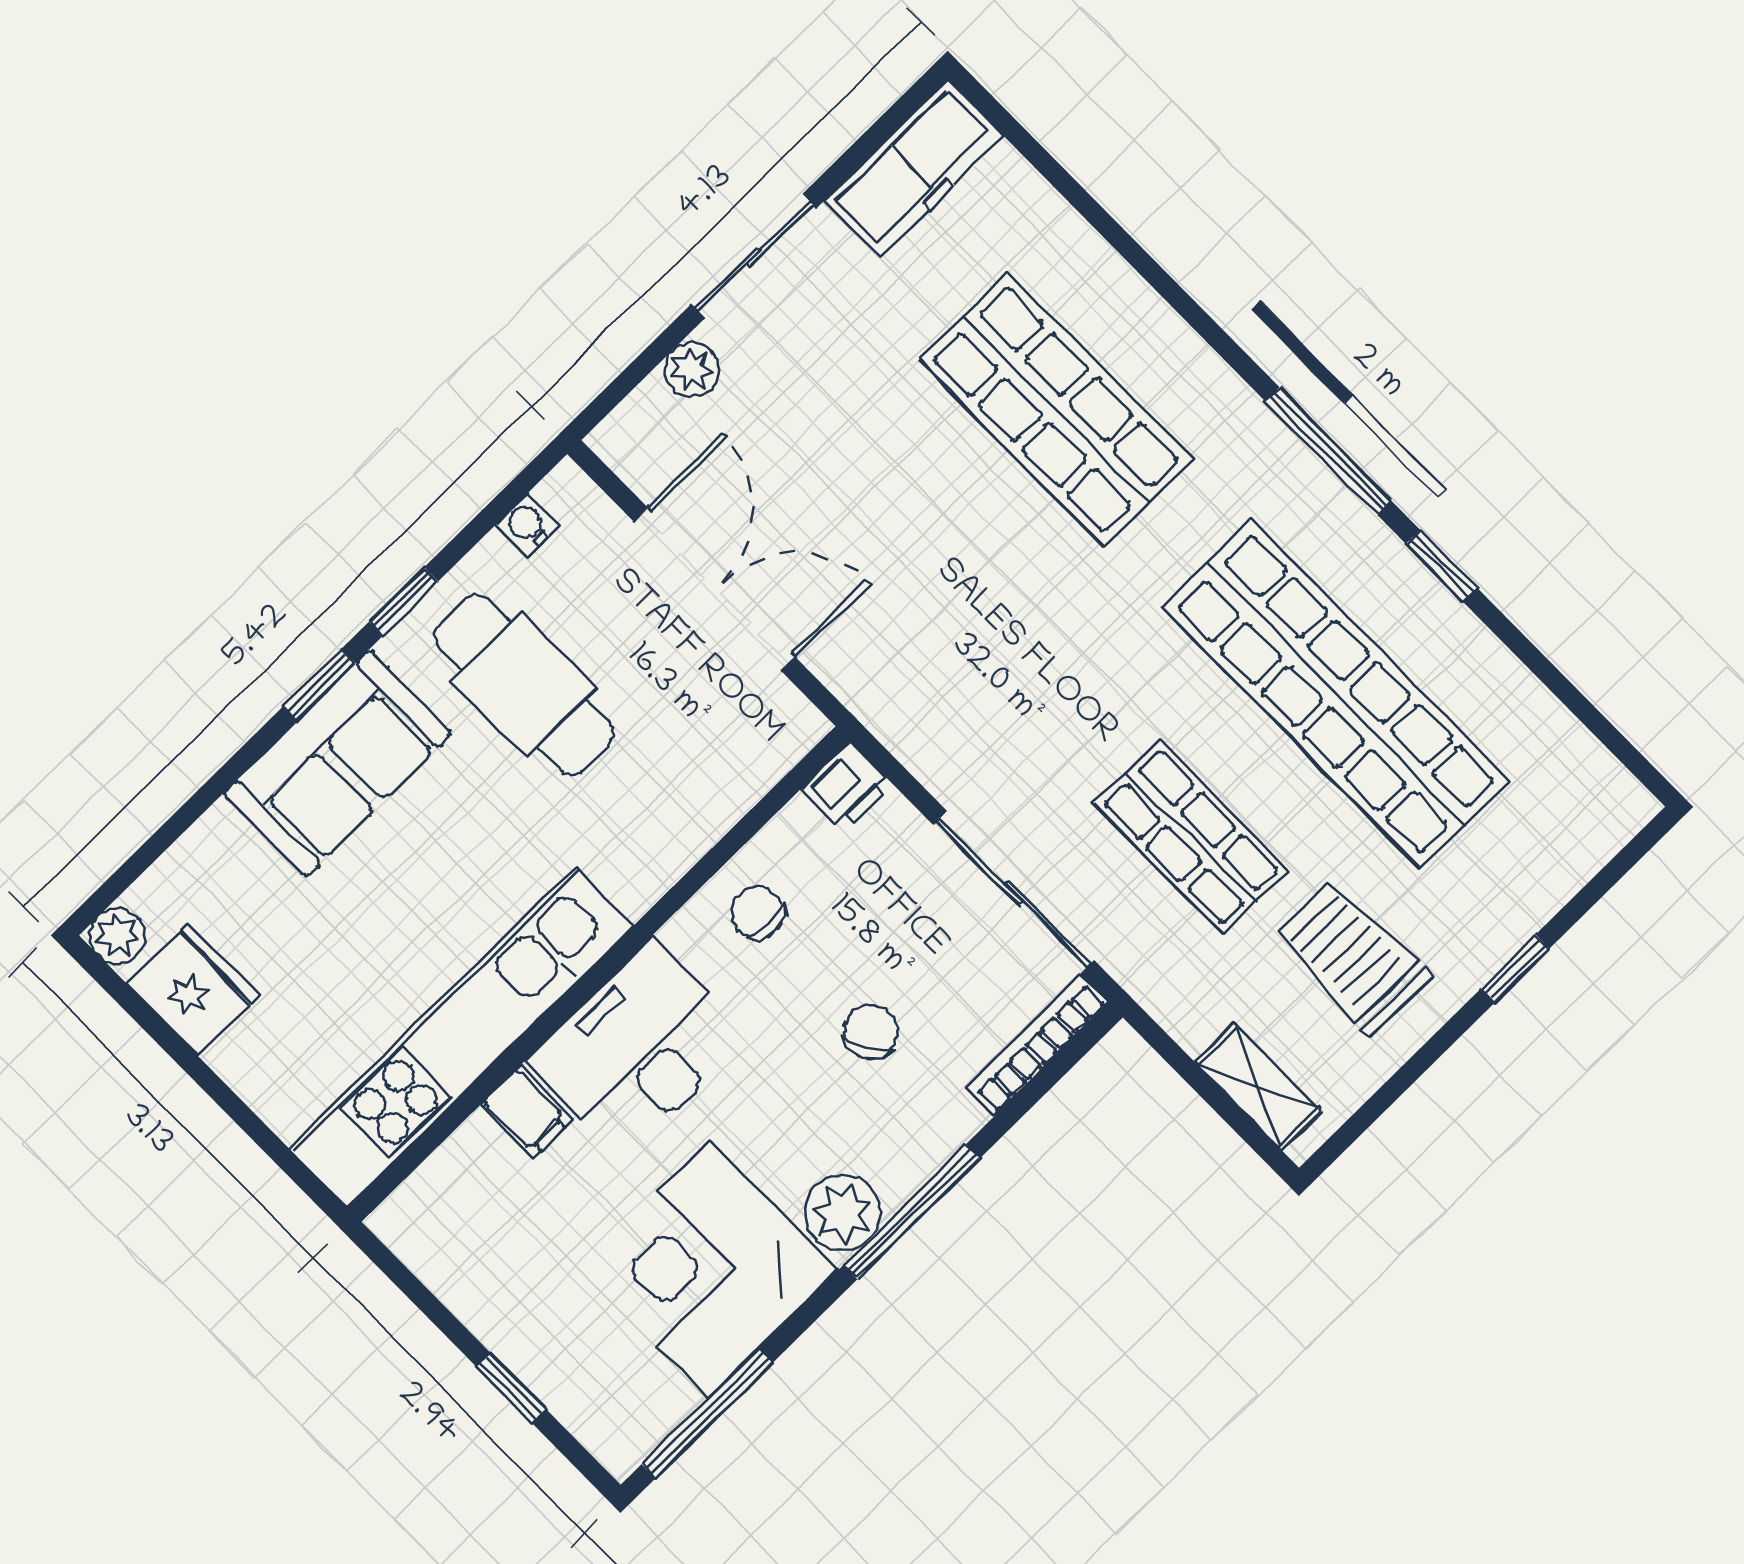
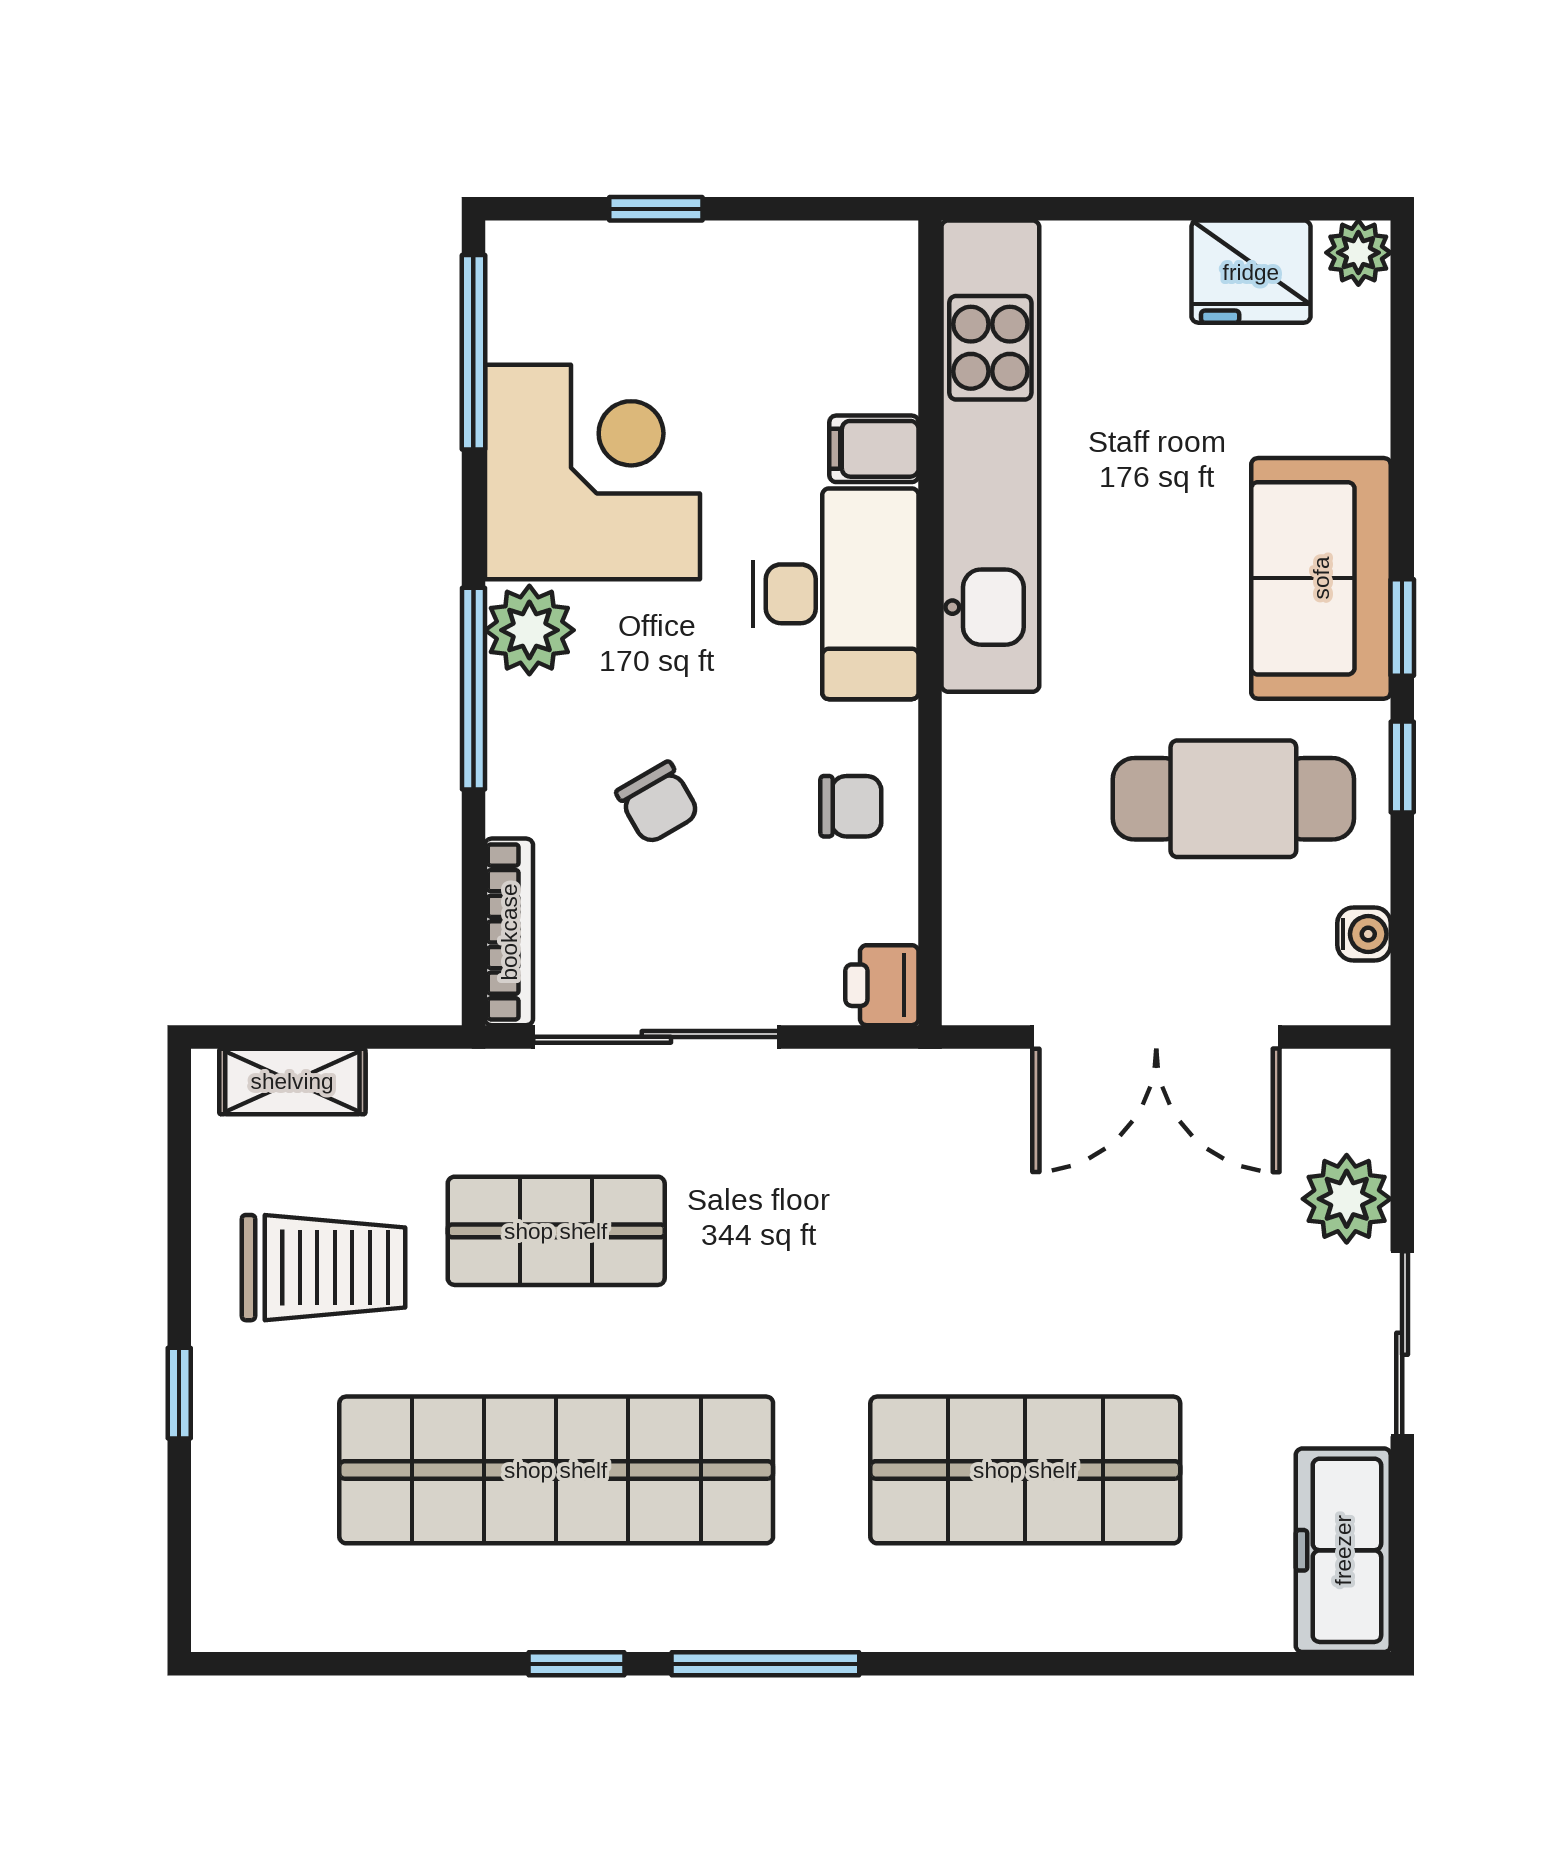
plant: (692, 370) -> (1347, 1199), width x1.38, depth x1.38

